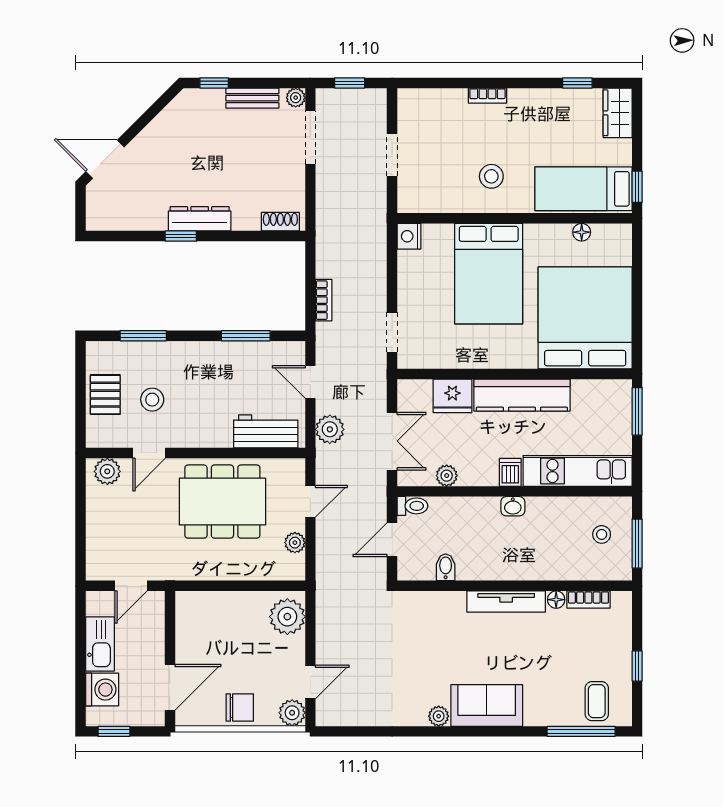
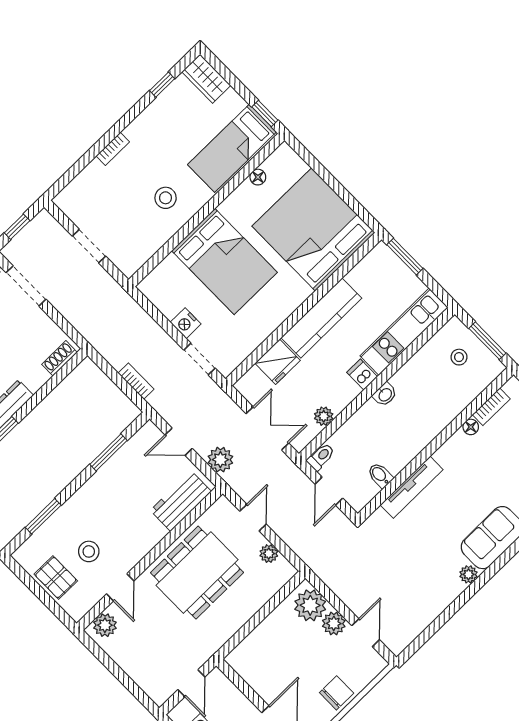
nightstand: (409, 236) -> (186, 323), moved
tv unit: (506, 602) -> (412, 487), moved
plant: (292, 713) -> (334, 623), moved

